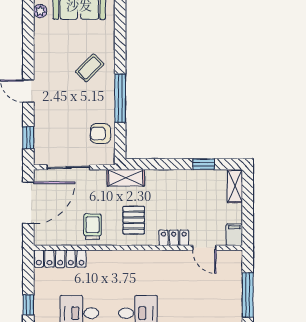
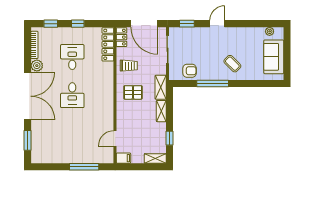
armchair: (101, 134) -> (190, 71), turned 90
shelving: (162, 177) -> (161, 111), added
locker: (174, 238) -> (121, 37), moved

